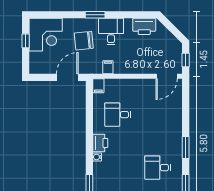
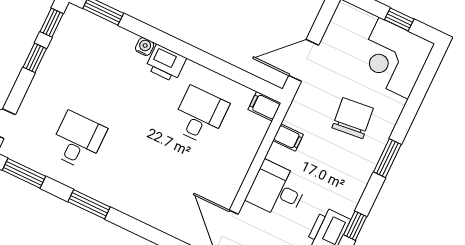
window: (135, 15) -> (355, 226), added
desk: (111, 32) -> (277, 190), moved, turned 180
door: (67, 77) -> (304, 60), swing flipped

